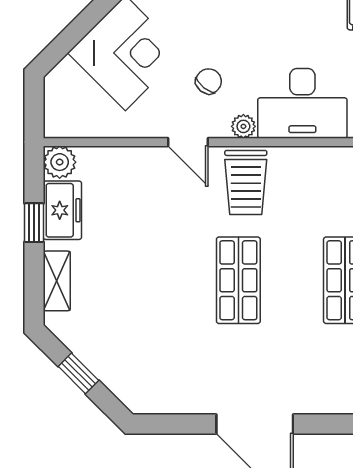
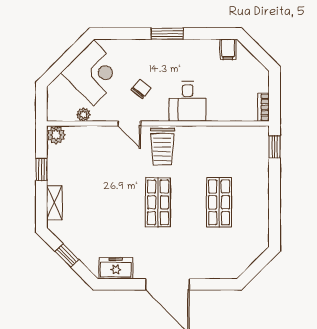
desk: (302, 103) -> (188, 101), width x0.73
plant: (243, 126) -> (83, 115), moved
freezer: (62, 210) -> (116, 268), moved, turned -90

